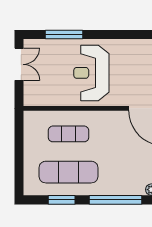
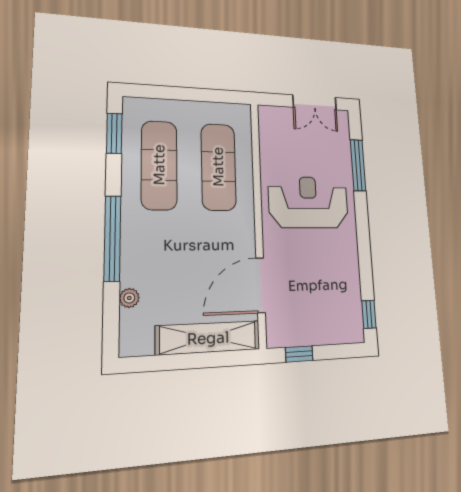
exercise mat: (68, 134) -> (218, 167), width x1.36, depth x1.45
window: (62, 200) -> (114, 133), moved

